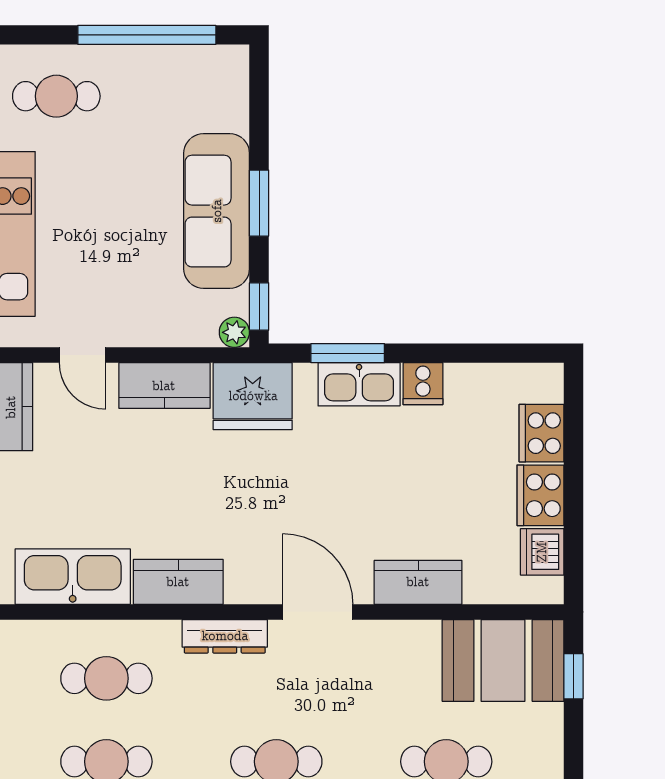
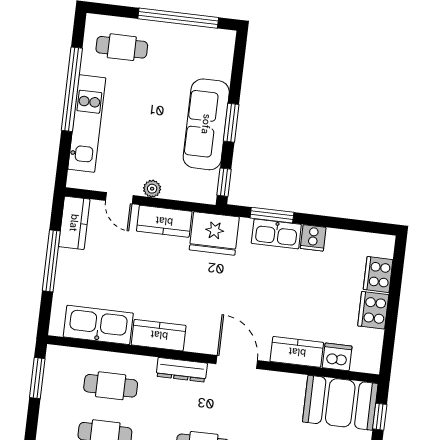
plant: (234, 332) -> (152, 189), moved
dishwasher: (542, 552) -> (337, 357), moved, turned 90

